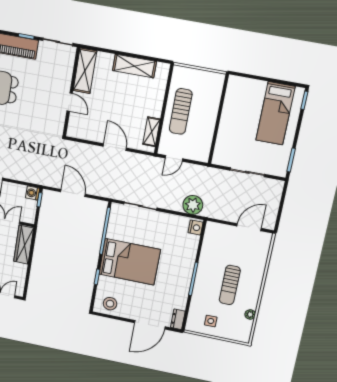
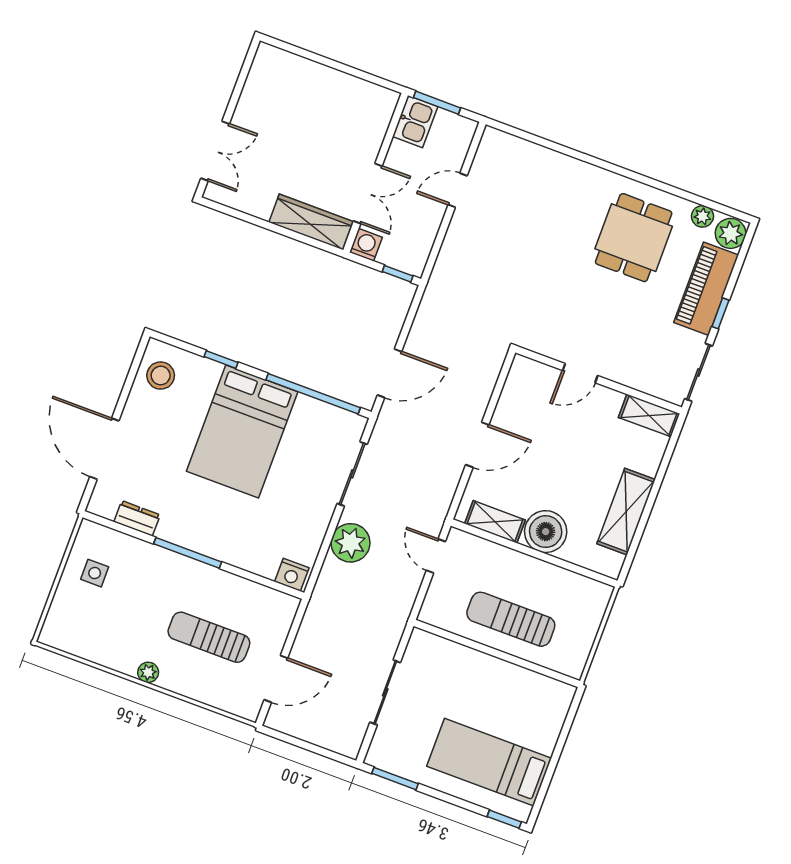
shelving: (85, 71) -> (649, 415), width x0.67, depth x0.75
boiler: (152, 105) -> (546, 532), added
sun lounger: (181, 111) -> (511, 619), moved
washing machine: (33, 193) -> (366, 245), moved
door: (73, 193) -> (390, 373), moved
plant: (193, 205) -> (351, 543), moved
door: (249, 227) -> (276, 679), hinge flipped
sun lounger: (230, 285) -> (209, 637), moved
plant: (250, 314) -> (148, 672), moved
dresser: (178, 319) -> (137, 518), moved

